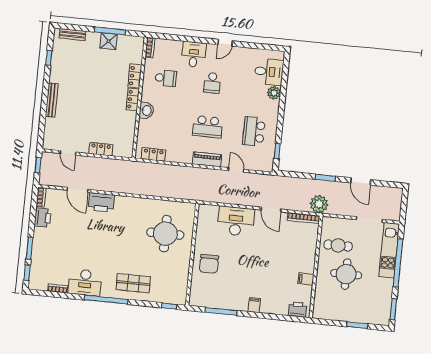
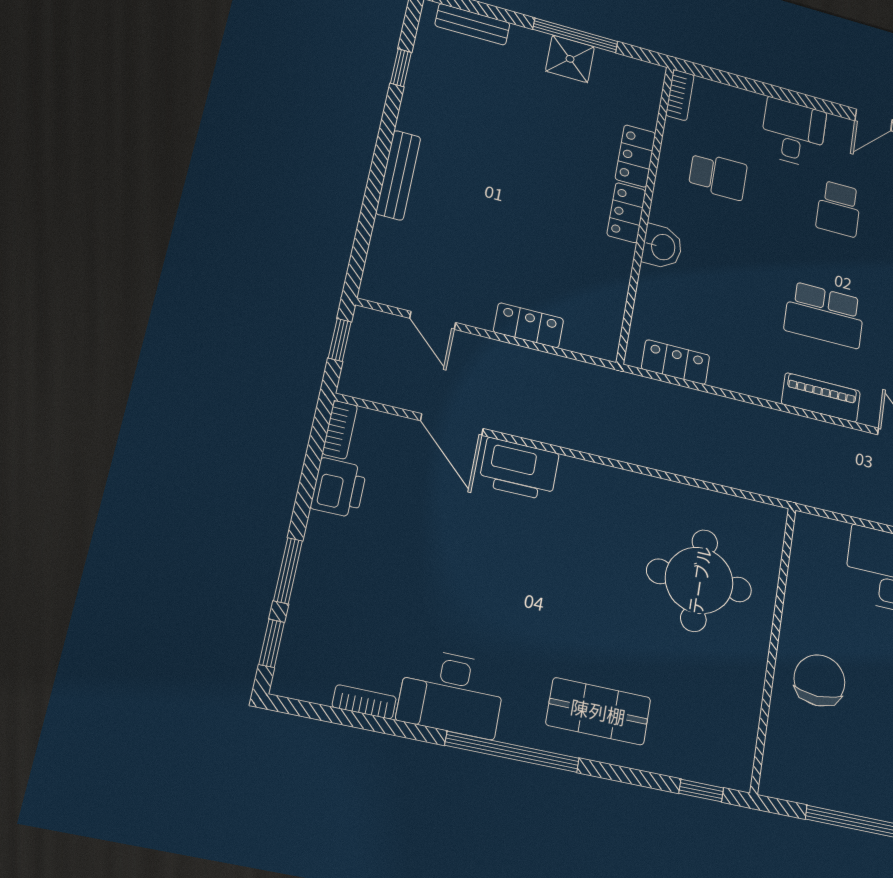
chair: (209, 264) -> (819, 680), turned 180

